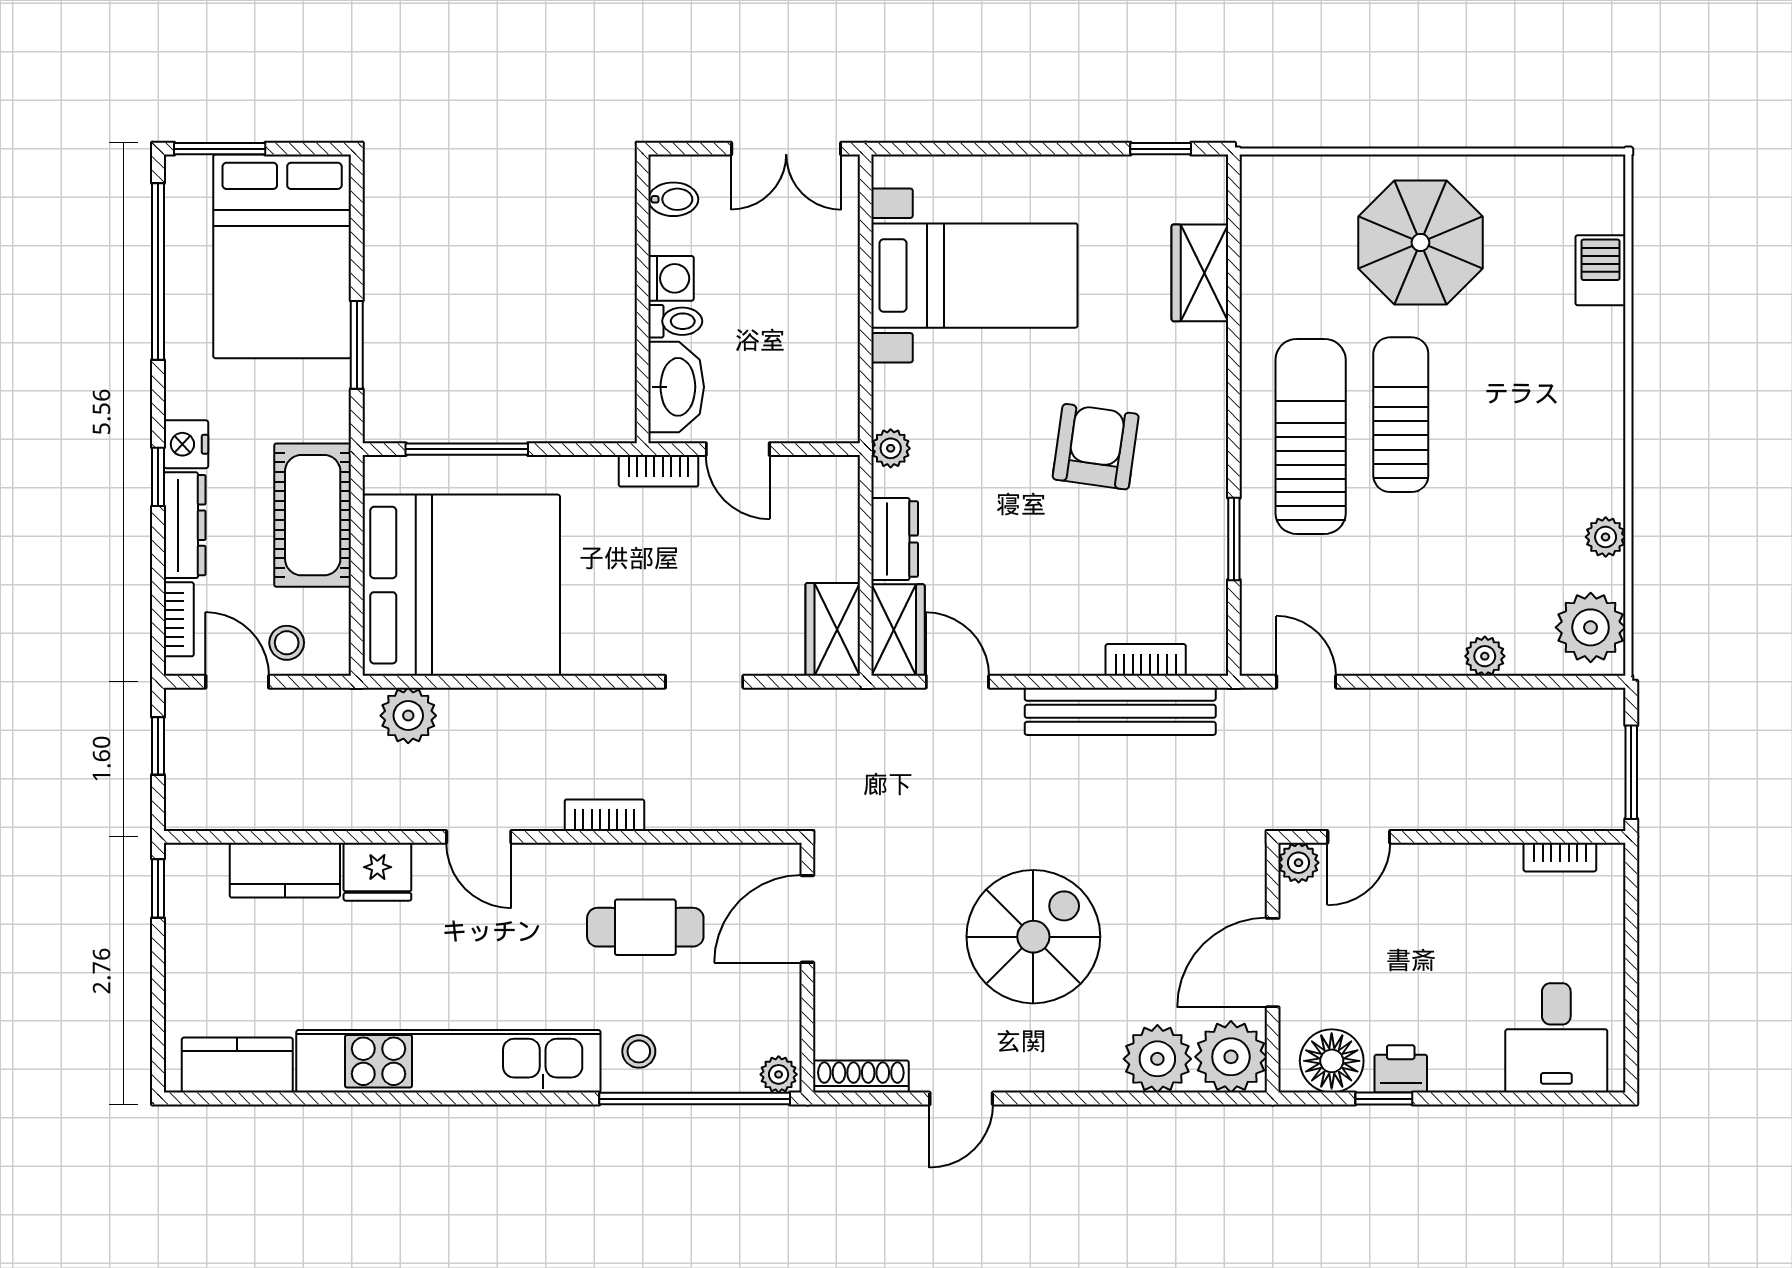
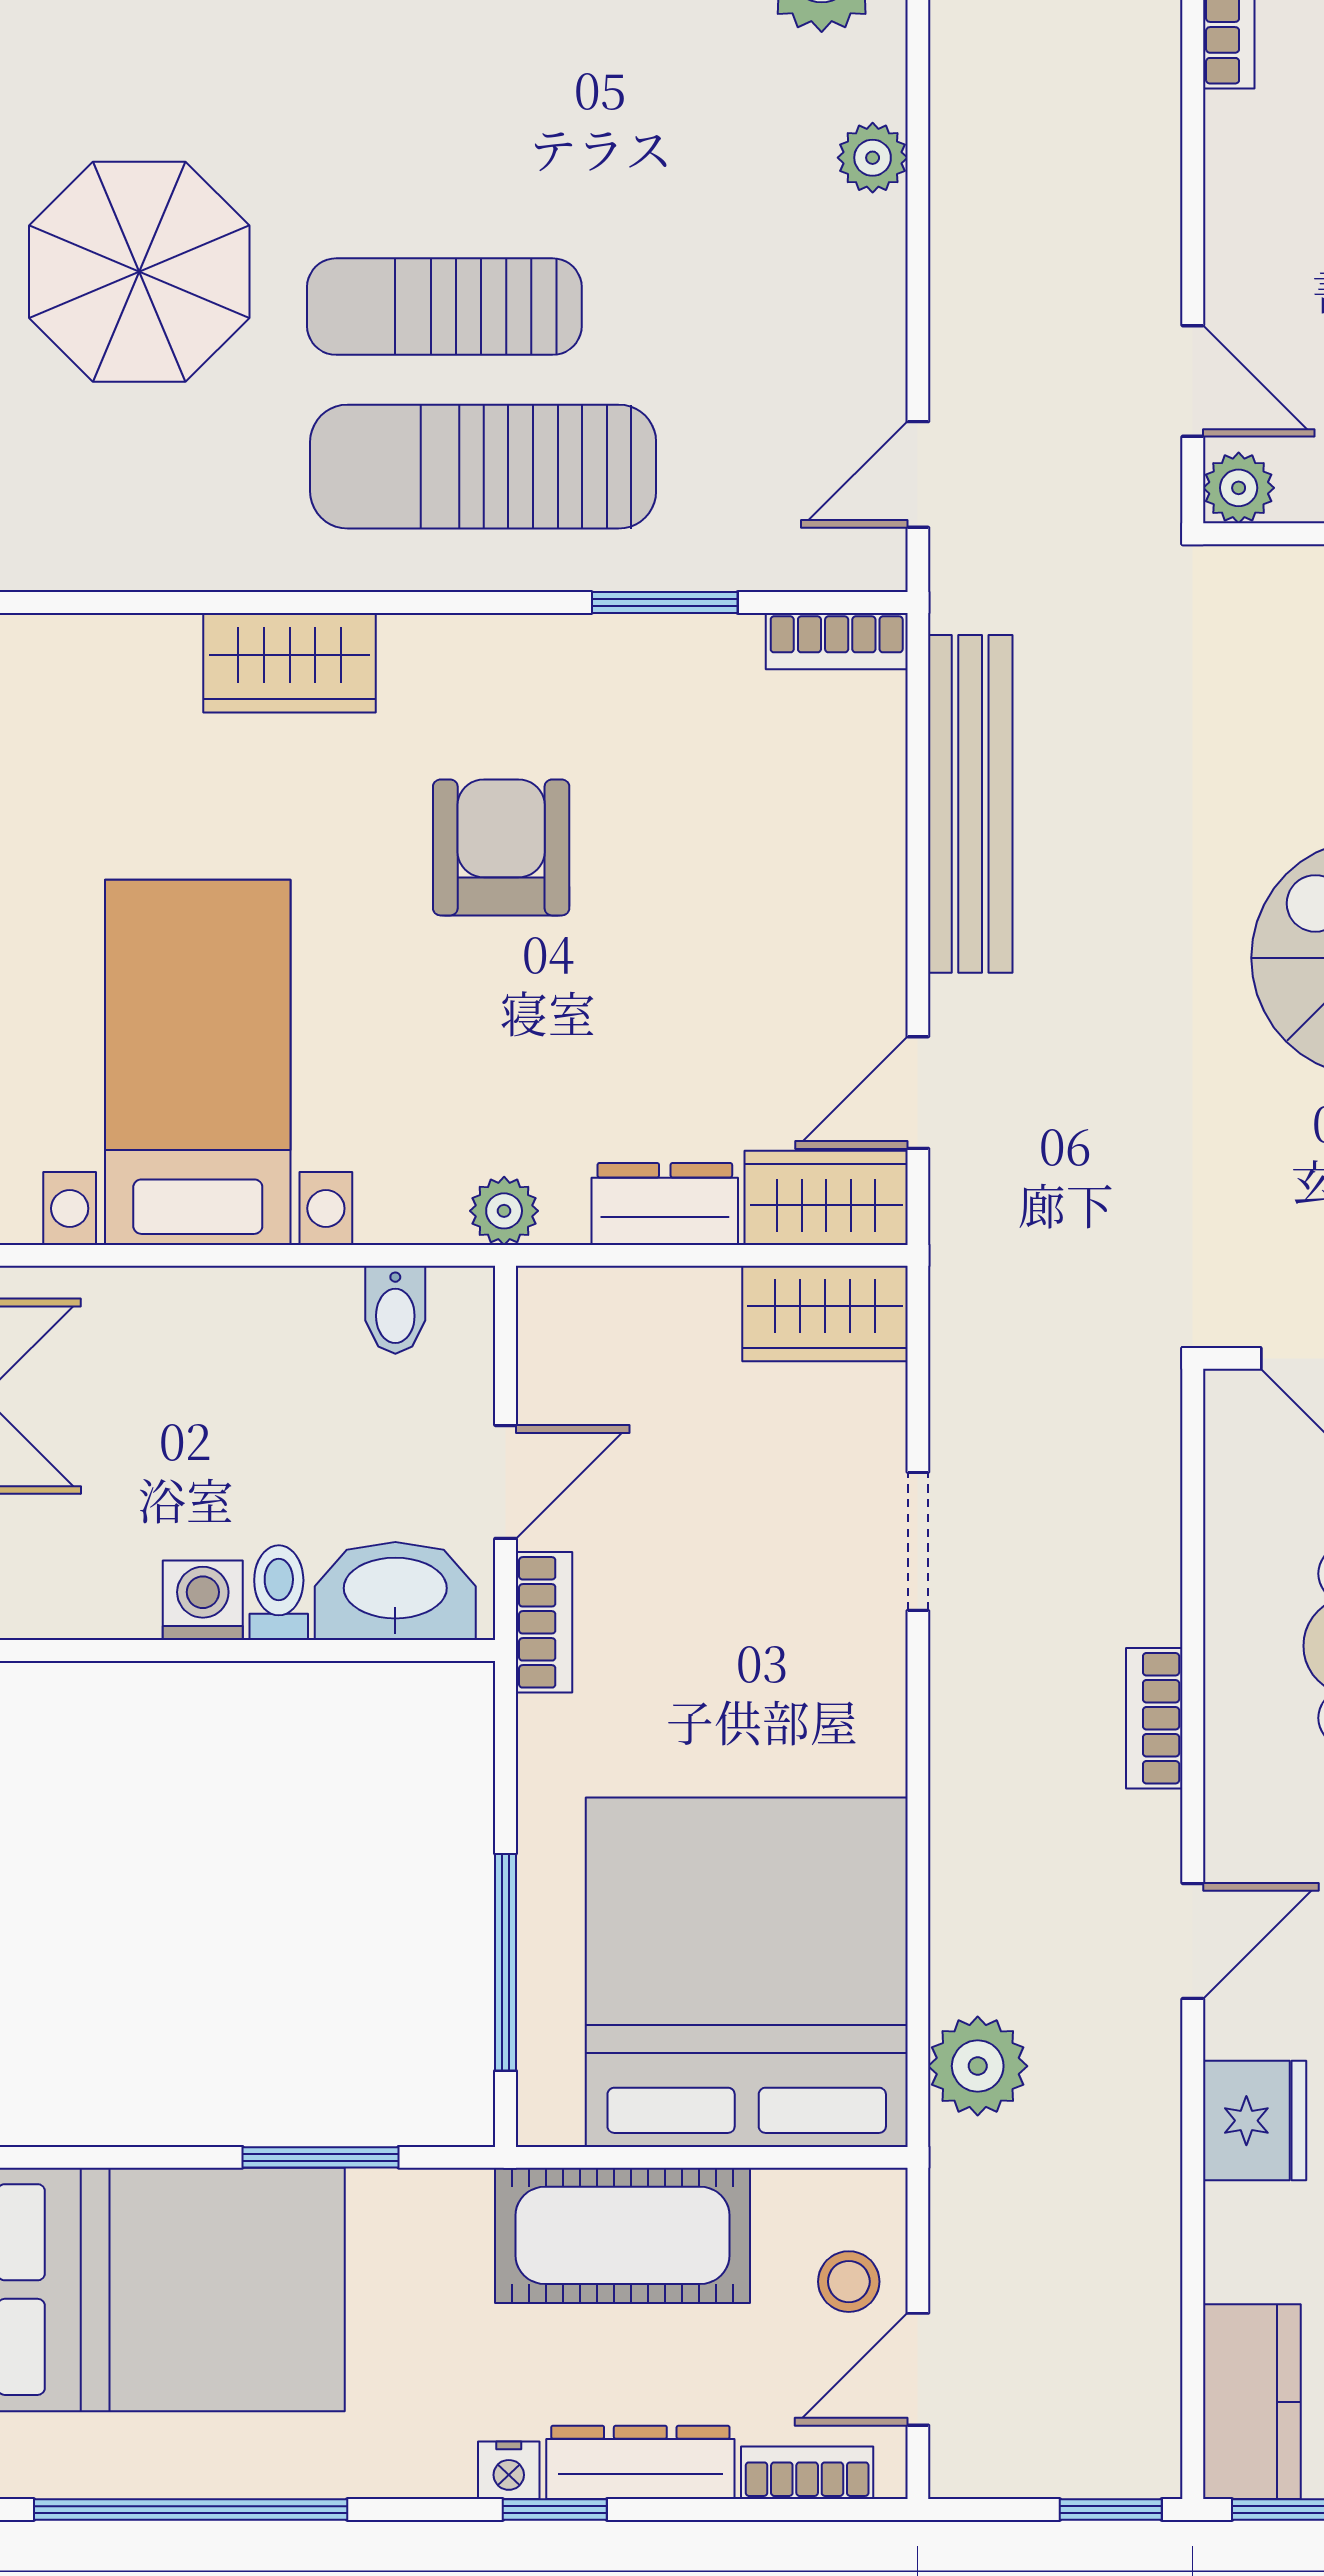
bidet: (673, 199) -> (395, 1310), moved, turned 180
wardrobe: (1200, 273) -> (290, 663), moved
nightstand: (186, 444) -> (509, 2470), width x0.72, depth x0.74
armchair: (1096, 447) -> (501, 847), turned 82
bookcase: (1146, 660) -> (837, 641), moved, turned -90
window: (158, 746) -> (1111, 2510), moved
kitchen counter: (285, 870) -> (1252, 2402), moved

